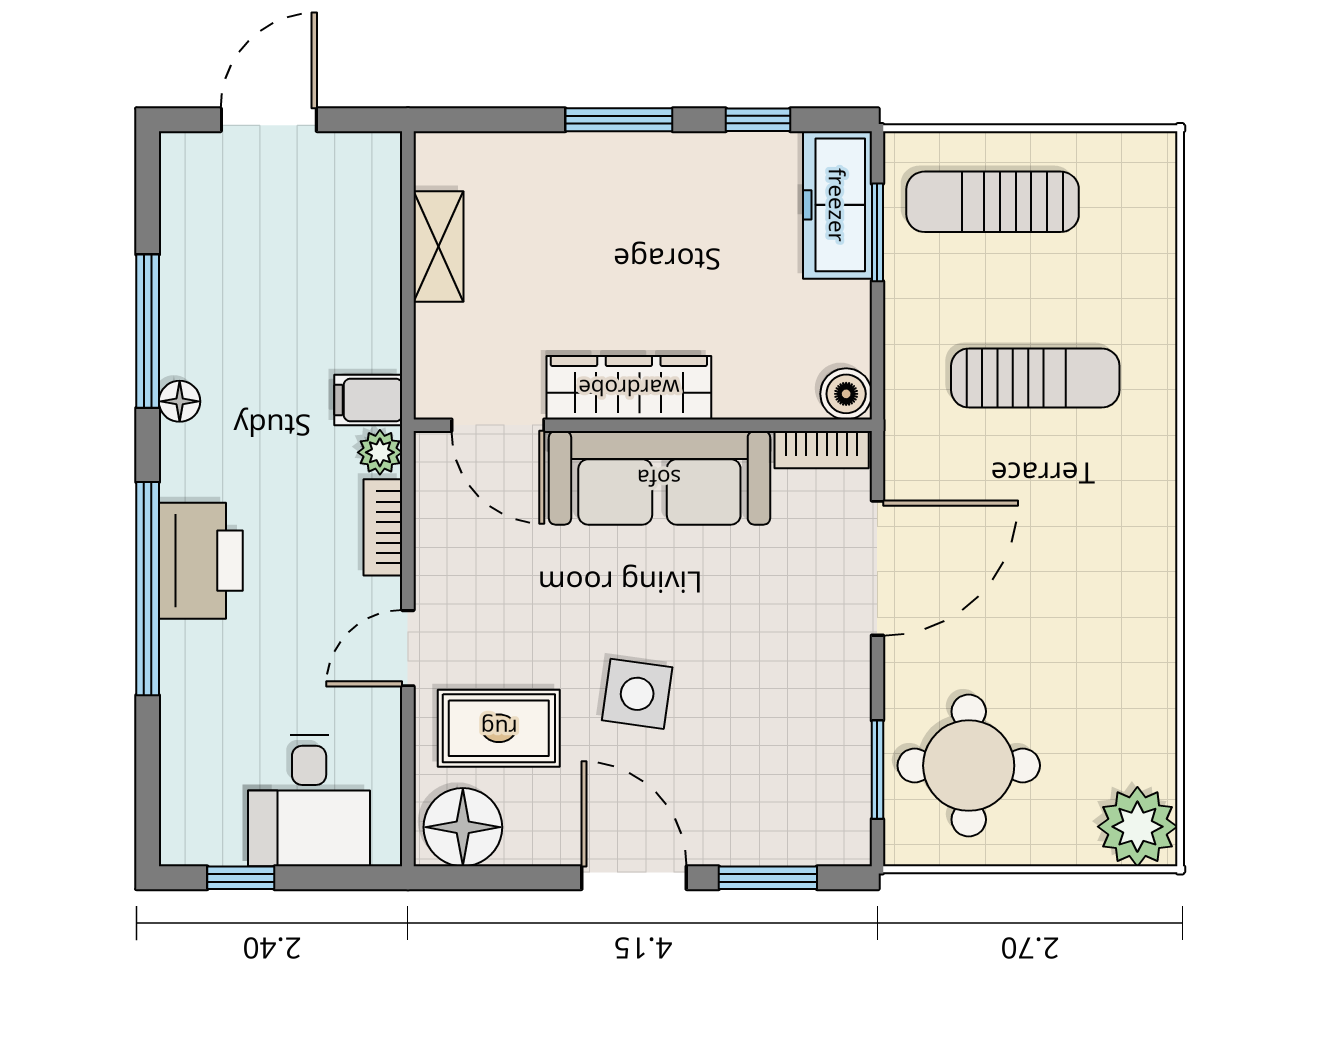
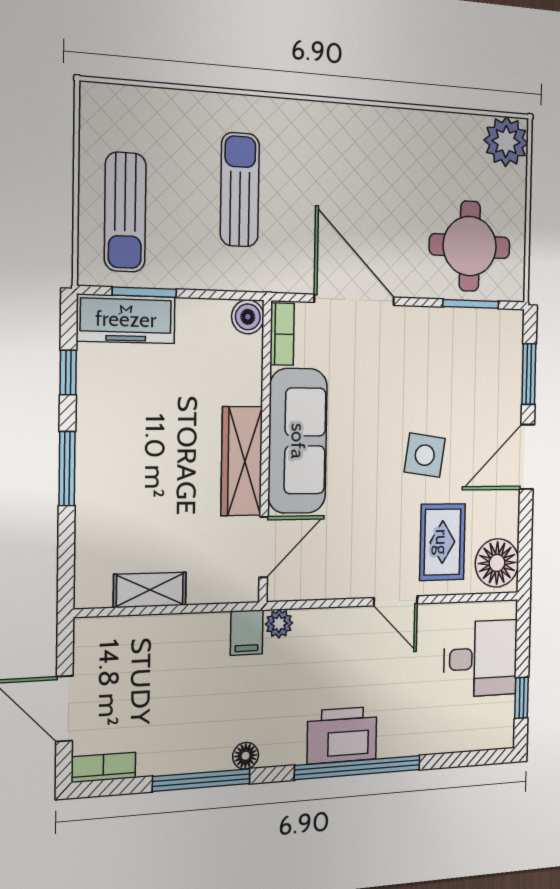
bookcase: (383, 527) -> (104, 767), moved, turned 180

